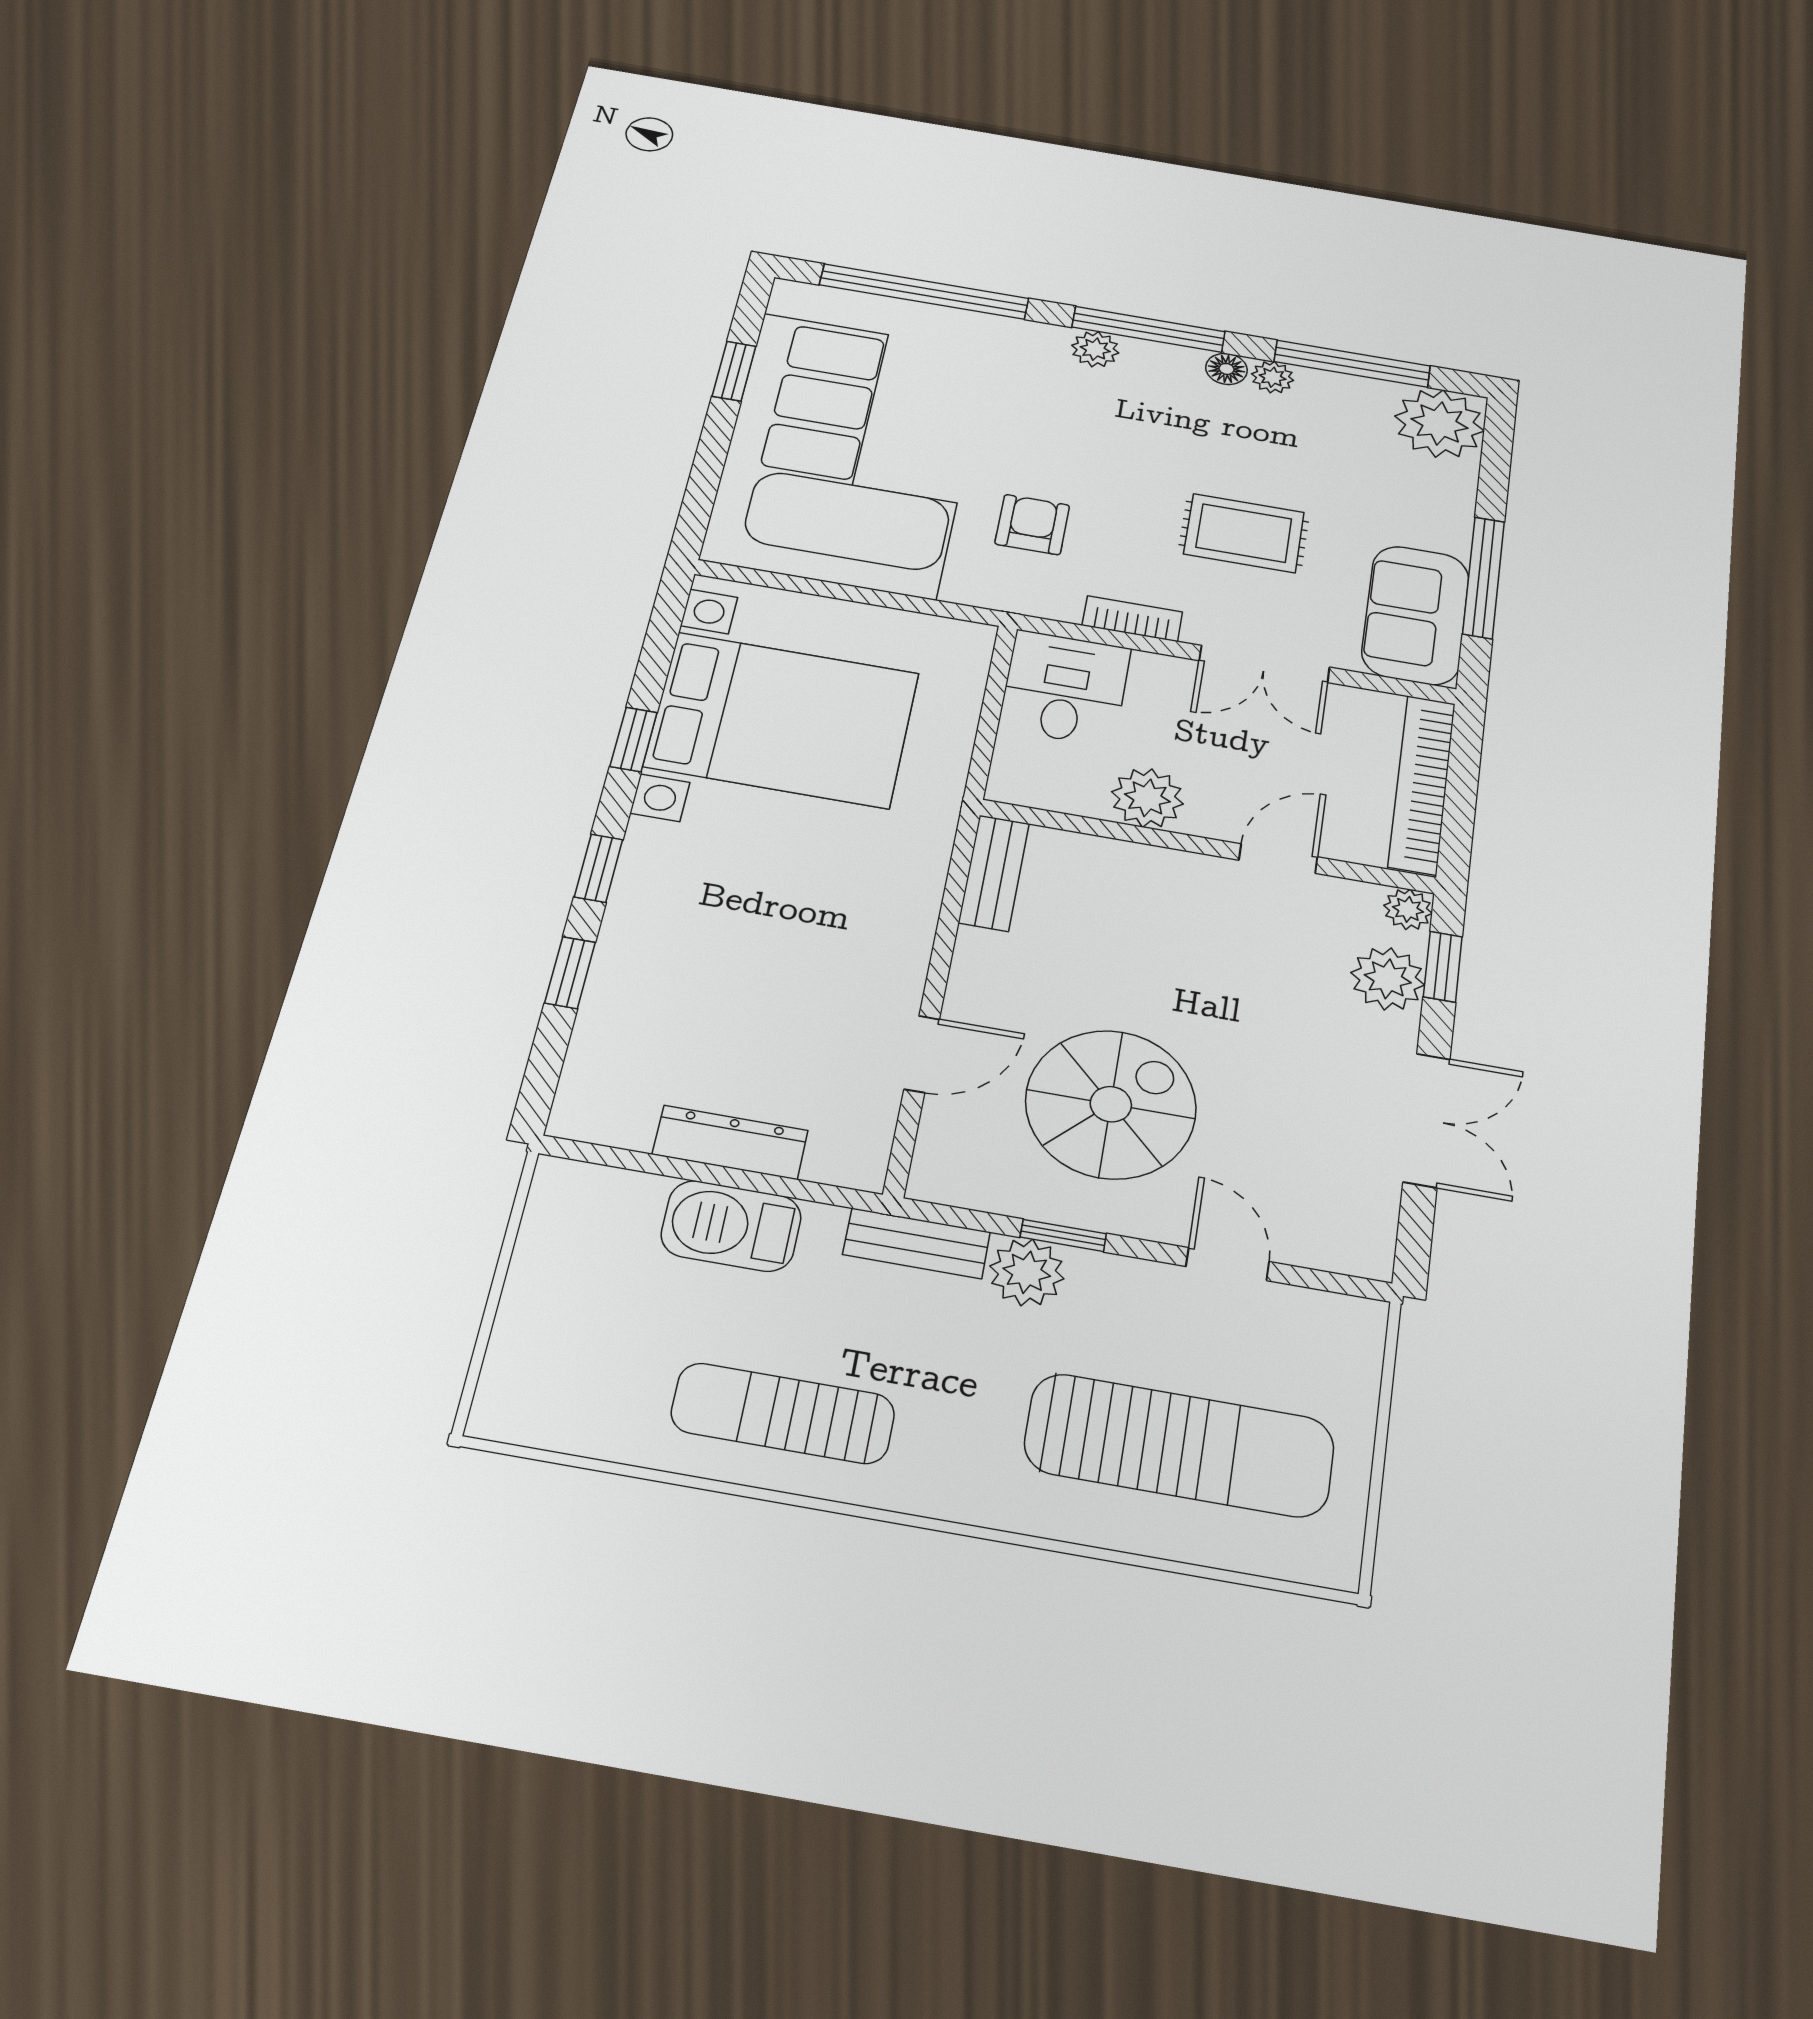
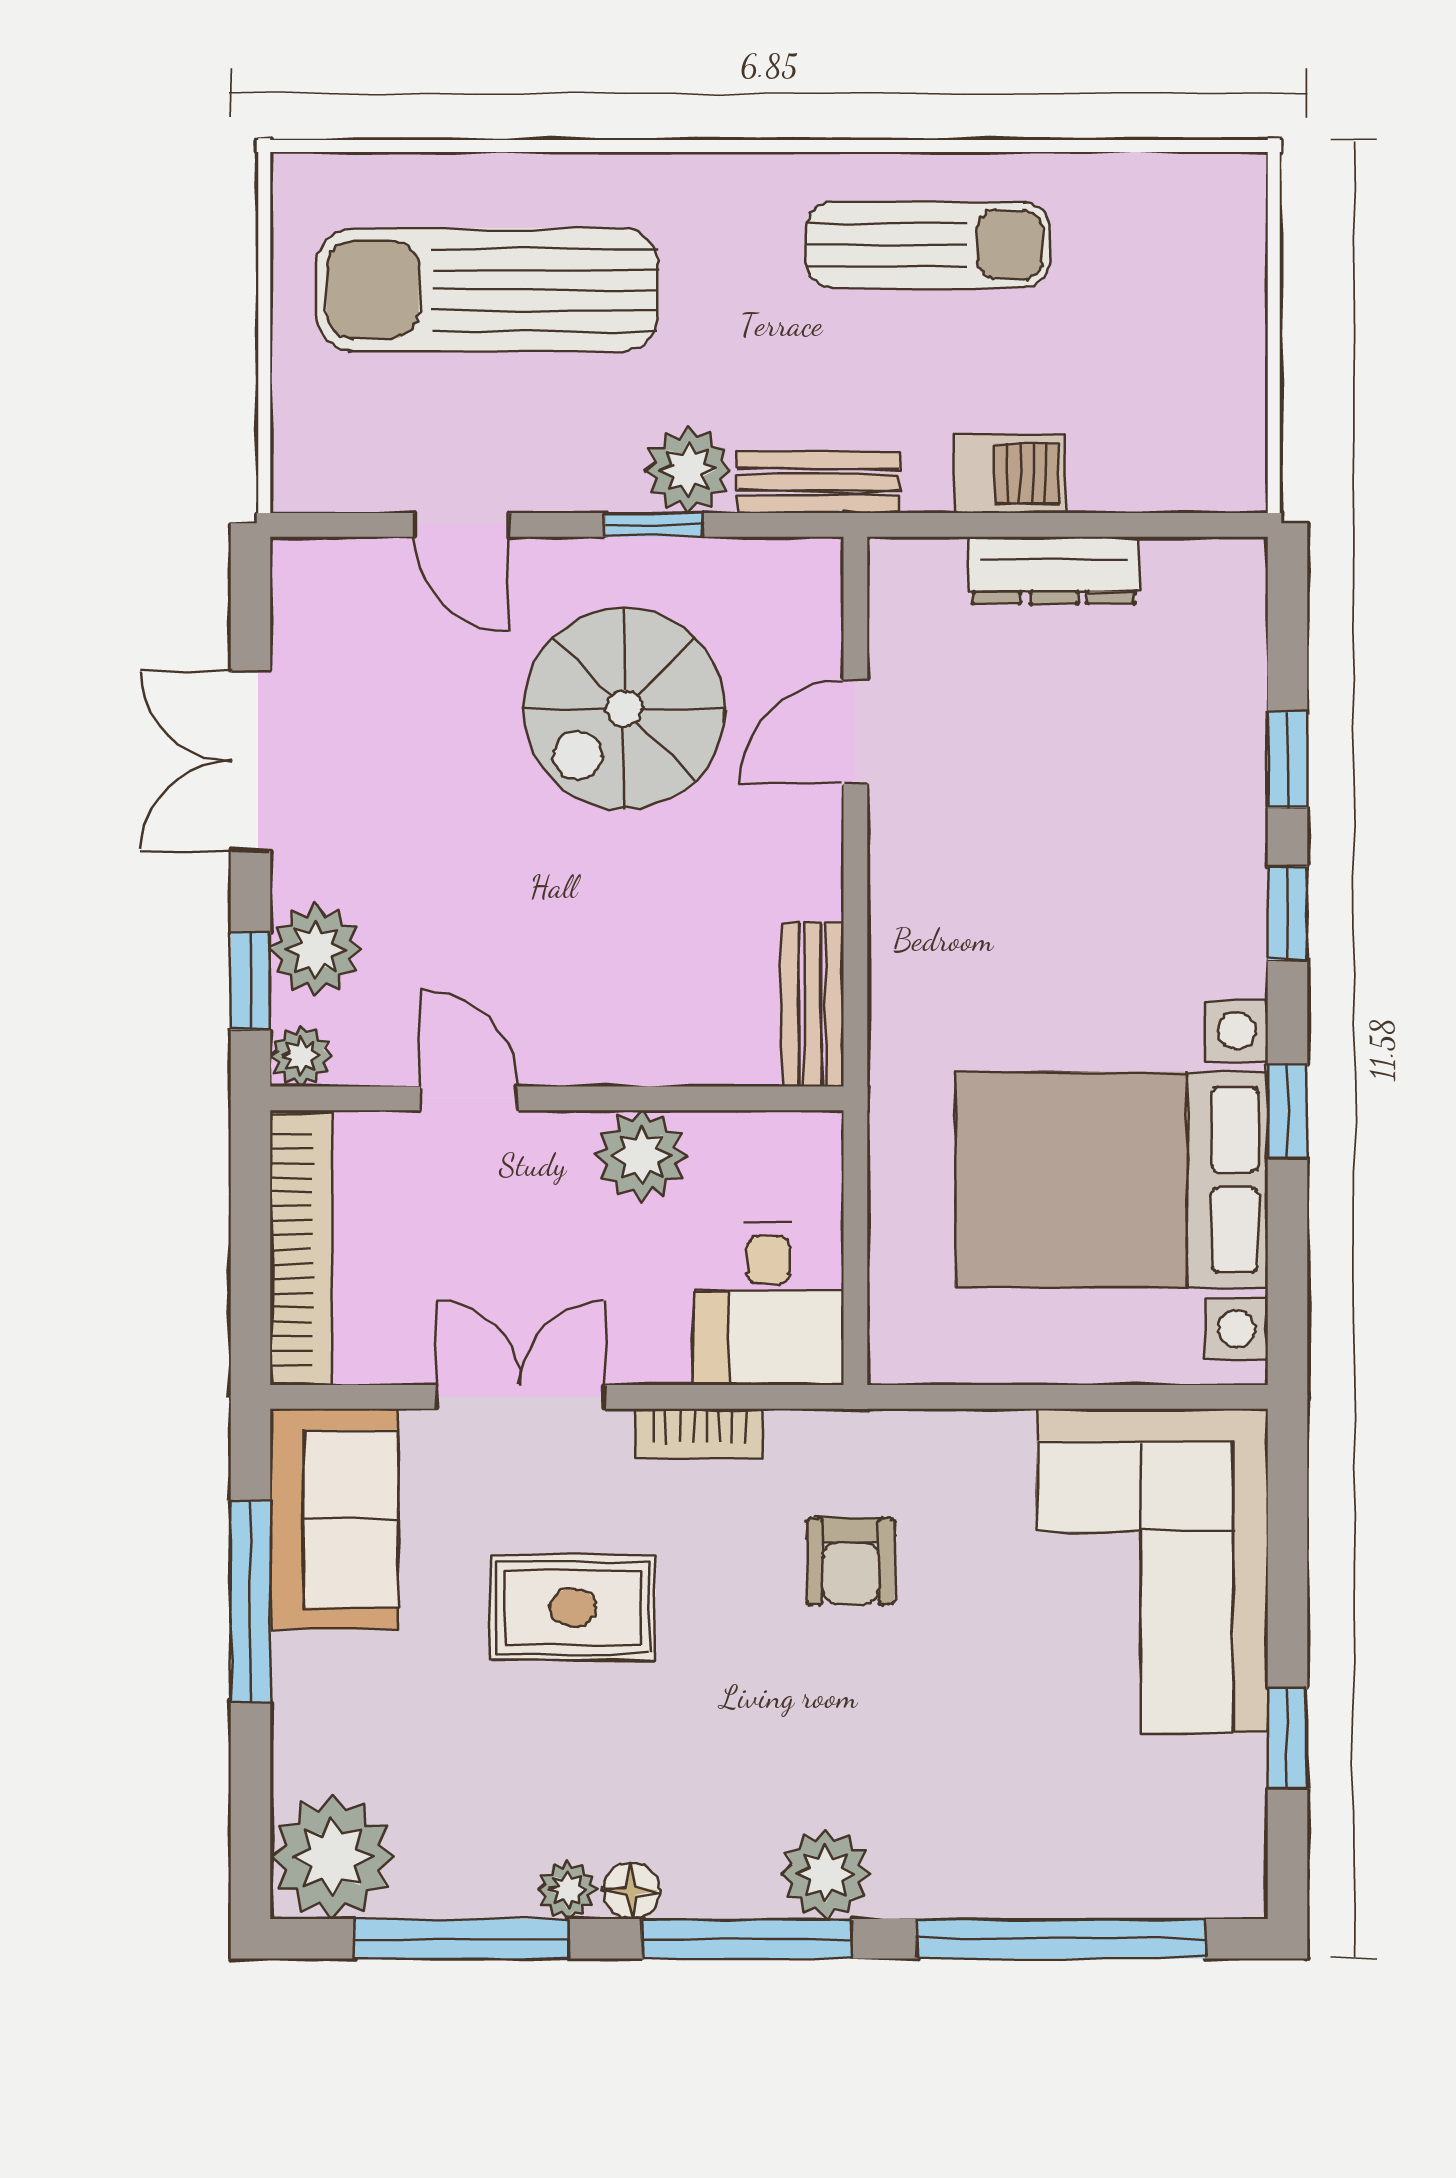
plant: (1095, 349) -> (826, 1874), width x1.38, depth x1.38
corner sofa: (848, 453) -> (1152, 1570), width x0.73, depth x0.74
door: (1278, 859) -> (468, 1098), swing flipped
barbecue: (731, 1226) -> (1010, 474), width x0.73, depth x0.79

